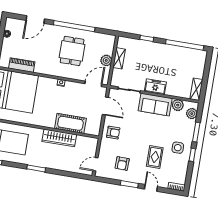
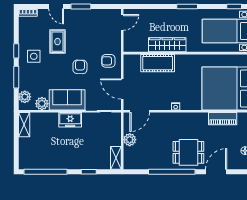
dining table: (72, 51) -> (188, 152), moved, turned 90
shelving: (119, 58) -> (116, 158), moved
armchair: (122, 163) -> (80, 67), moved

